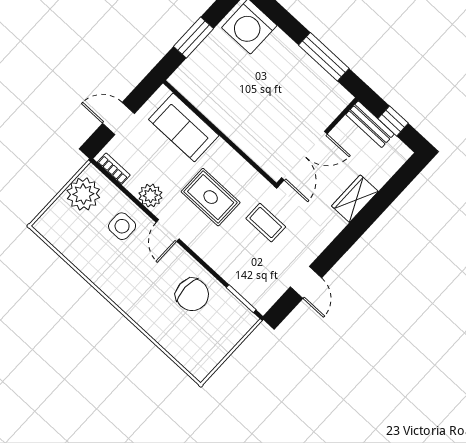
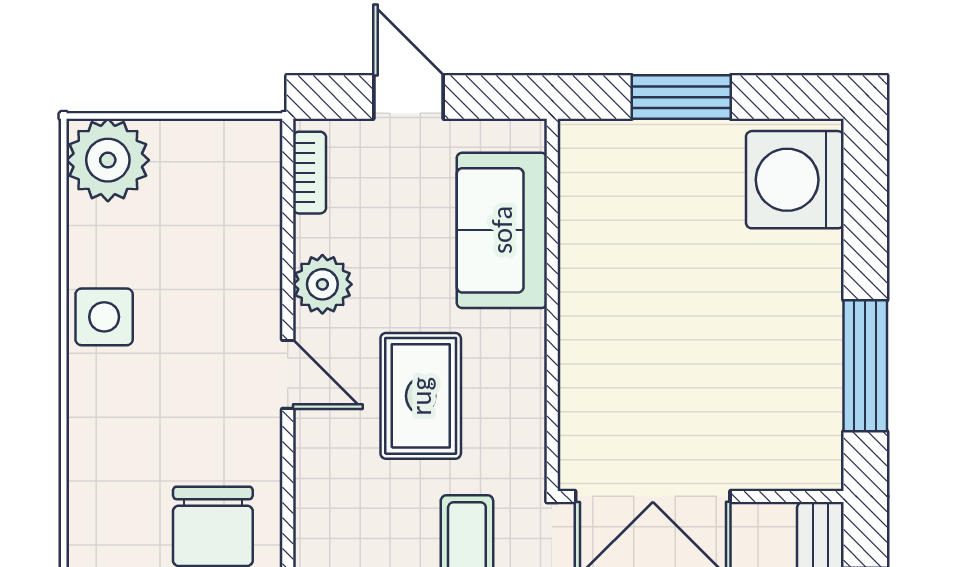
plant: (83, 194) -> (108, 160), moved
side table: (122, 226) -> (104, 317), moved
door: (168, 231) -> (288, 374), swing flipped

